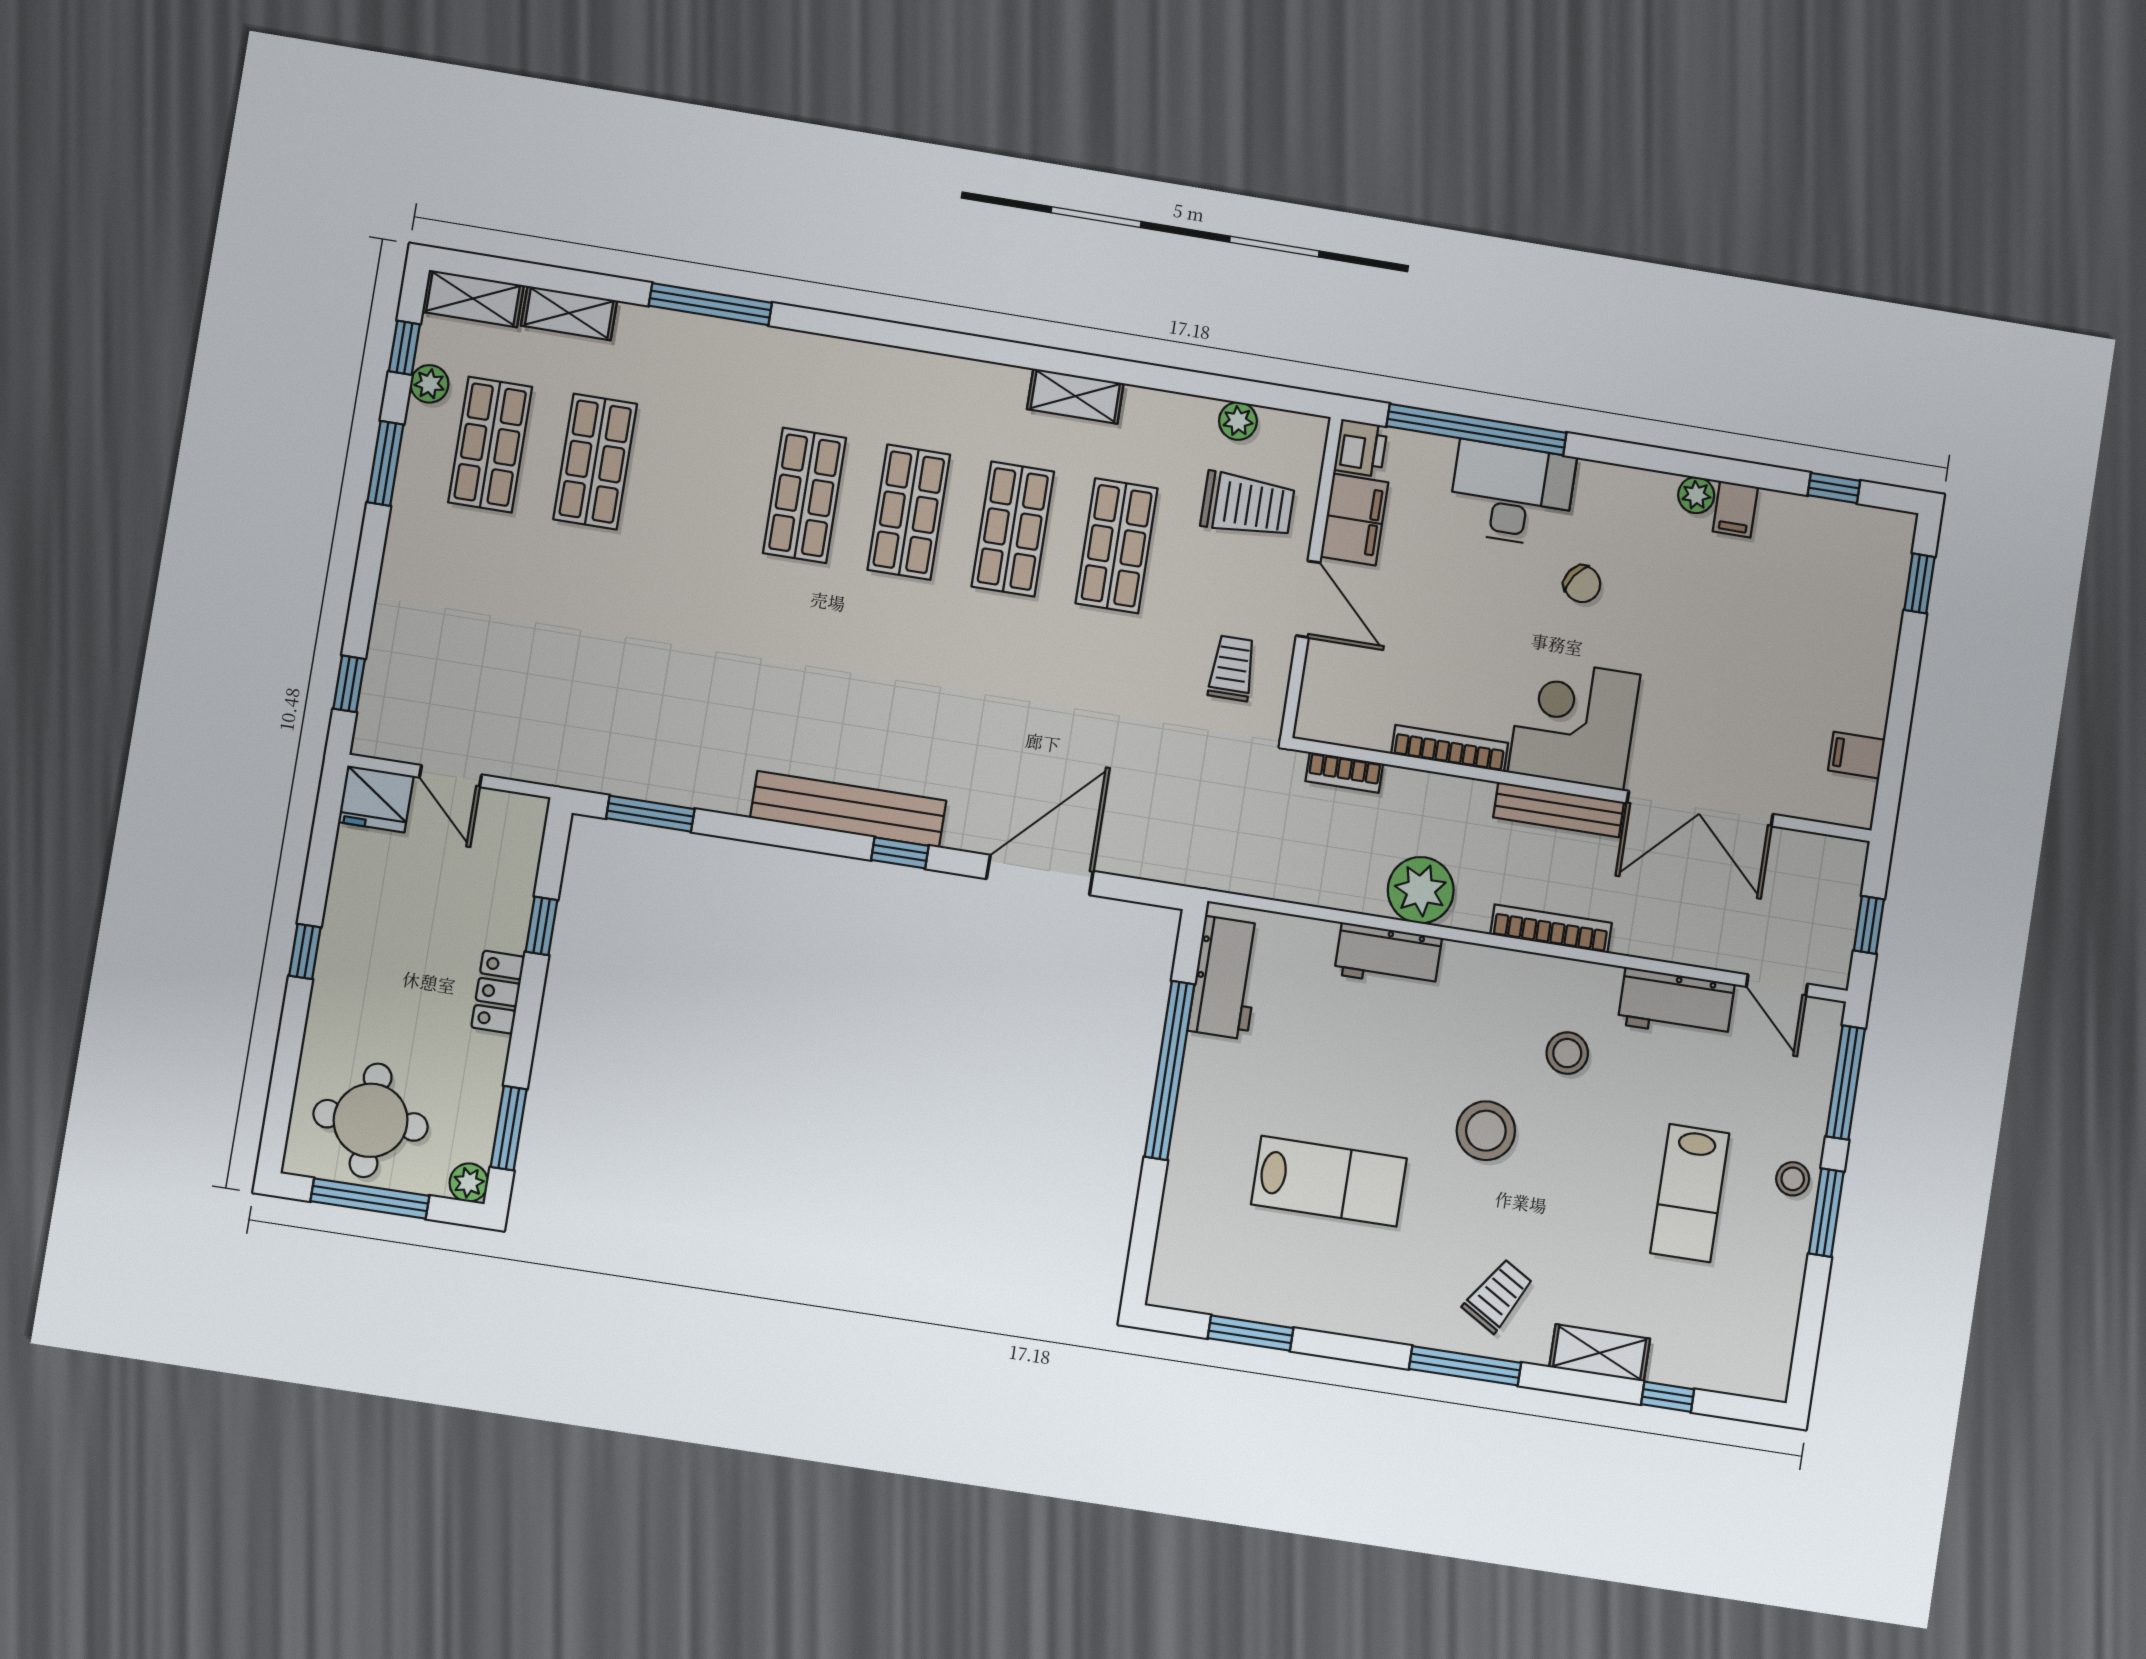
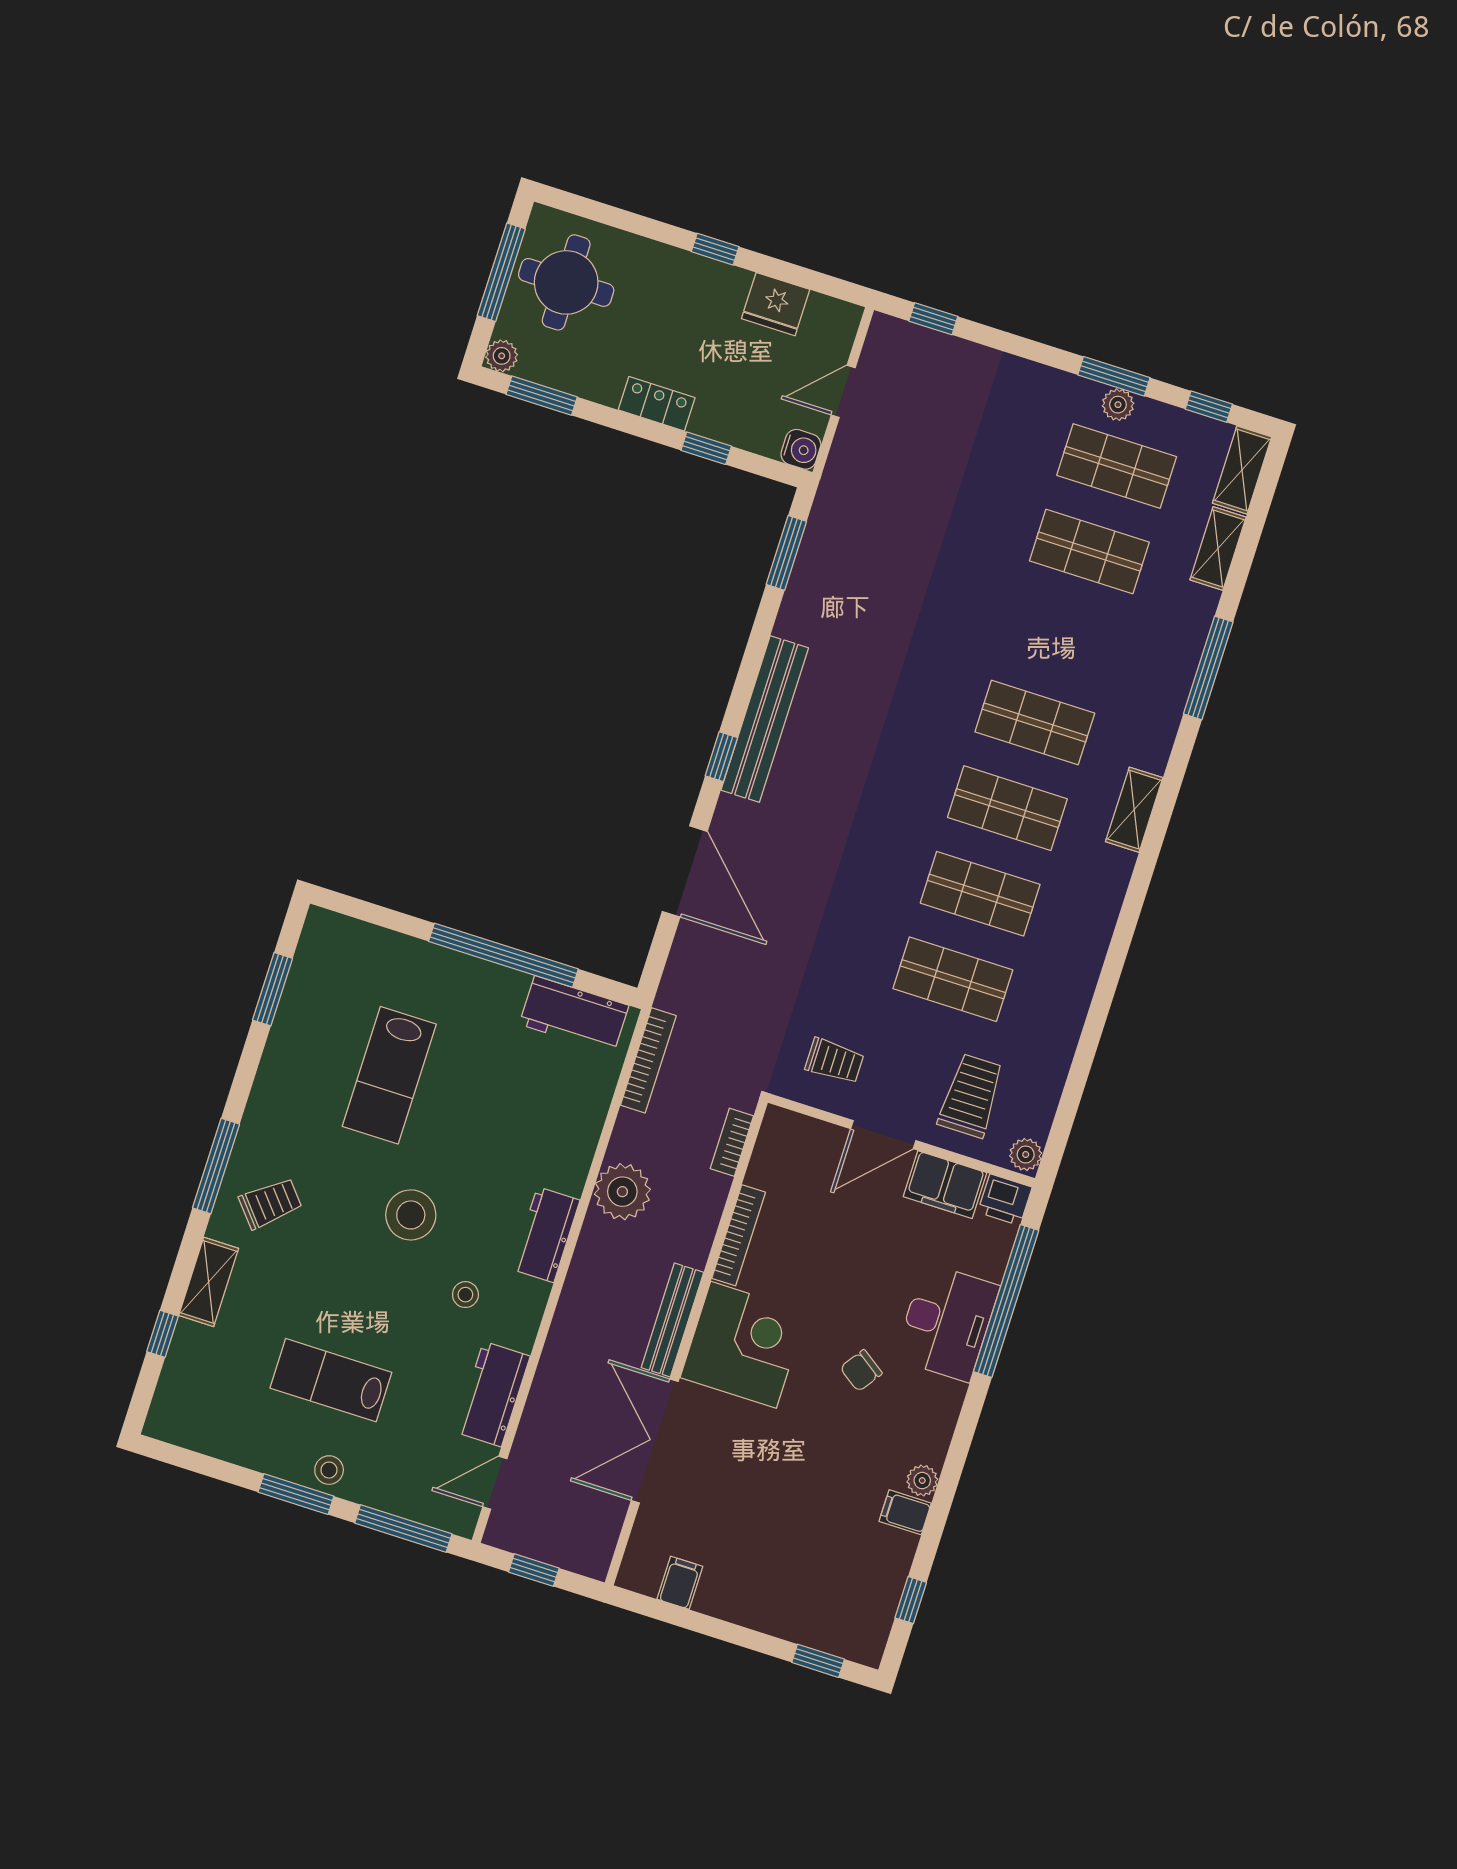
plant: (429, 384) -> (1118, 405), moved
shelving: (1075, 396) -> (1134, 810), moved
plant: (1238, 421) -> (1026, 1154), moved
trolley: (1248, 505) -> (971, 1096), turned 180
fridge: (376, 799) -> (776, 304), moved, turned -90
water cooler: (526, 815) -> (801, 449), added
bookcase: (1551, 929) -> (648, 1060), moved
workbench: (1388, 956) -> (546, 1235), moved
stool: (1567, 1053) -> (465, 1295), width x0.73, depth x0.73
trolley: (1498, 1296) -> (270, 1203), turned -71

